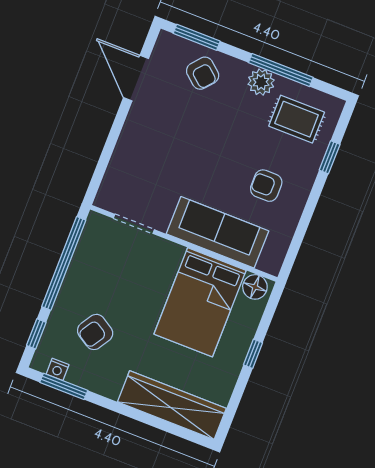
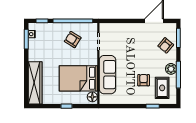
armchair: (266, 186) -> (144, 80), moved
armchair: (95, 332) -> (73, 40), moved

